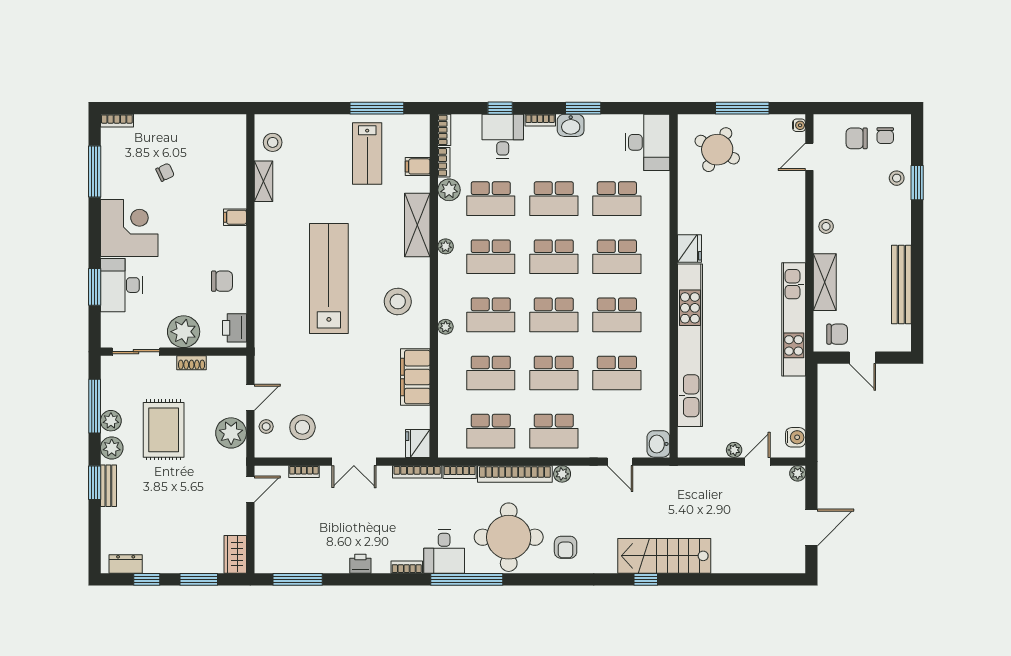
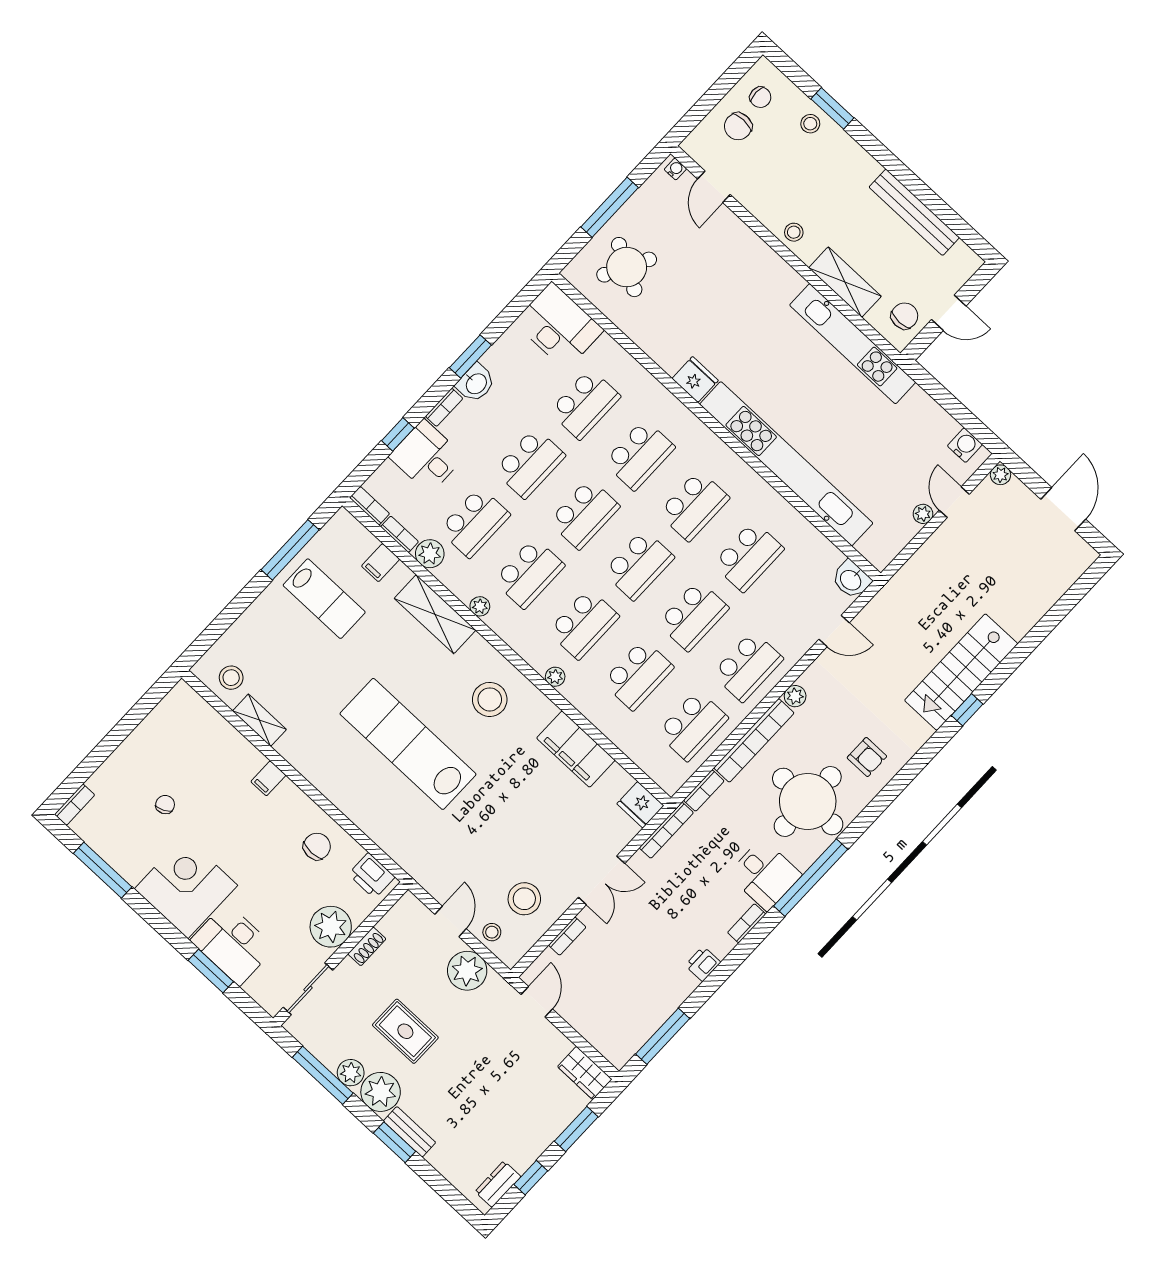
rug: (164, 430) -> (405, 1031), width x0.73, depth x0.70
plant: (112, 448) -> (381, 1092), width x1.36, depth x1.36

